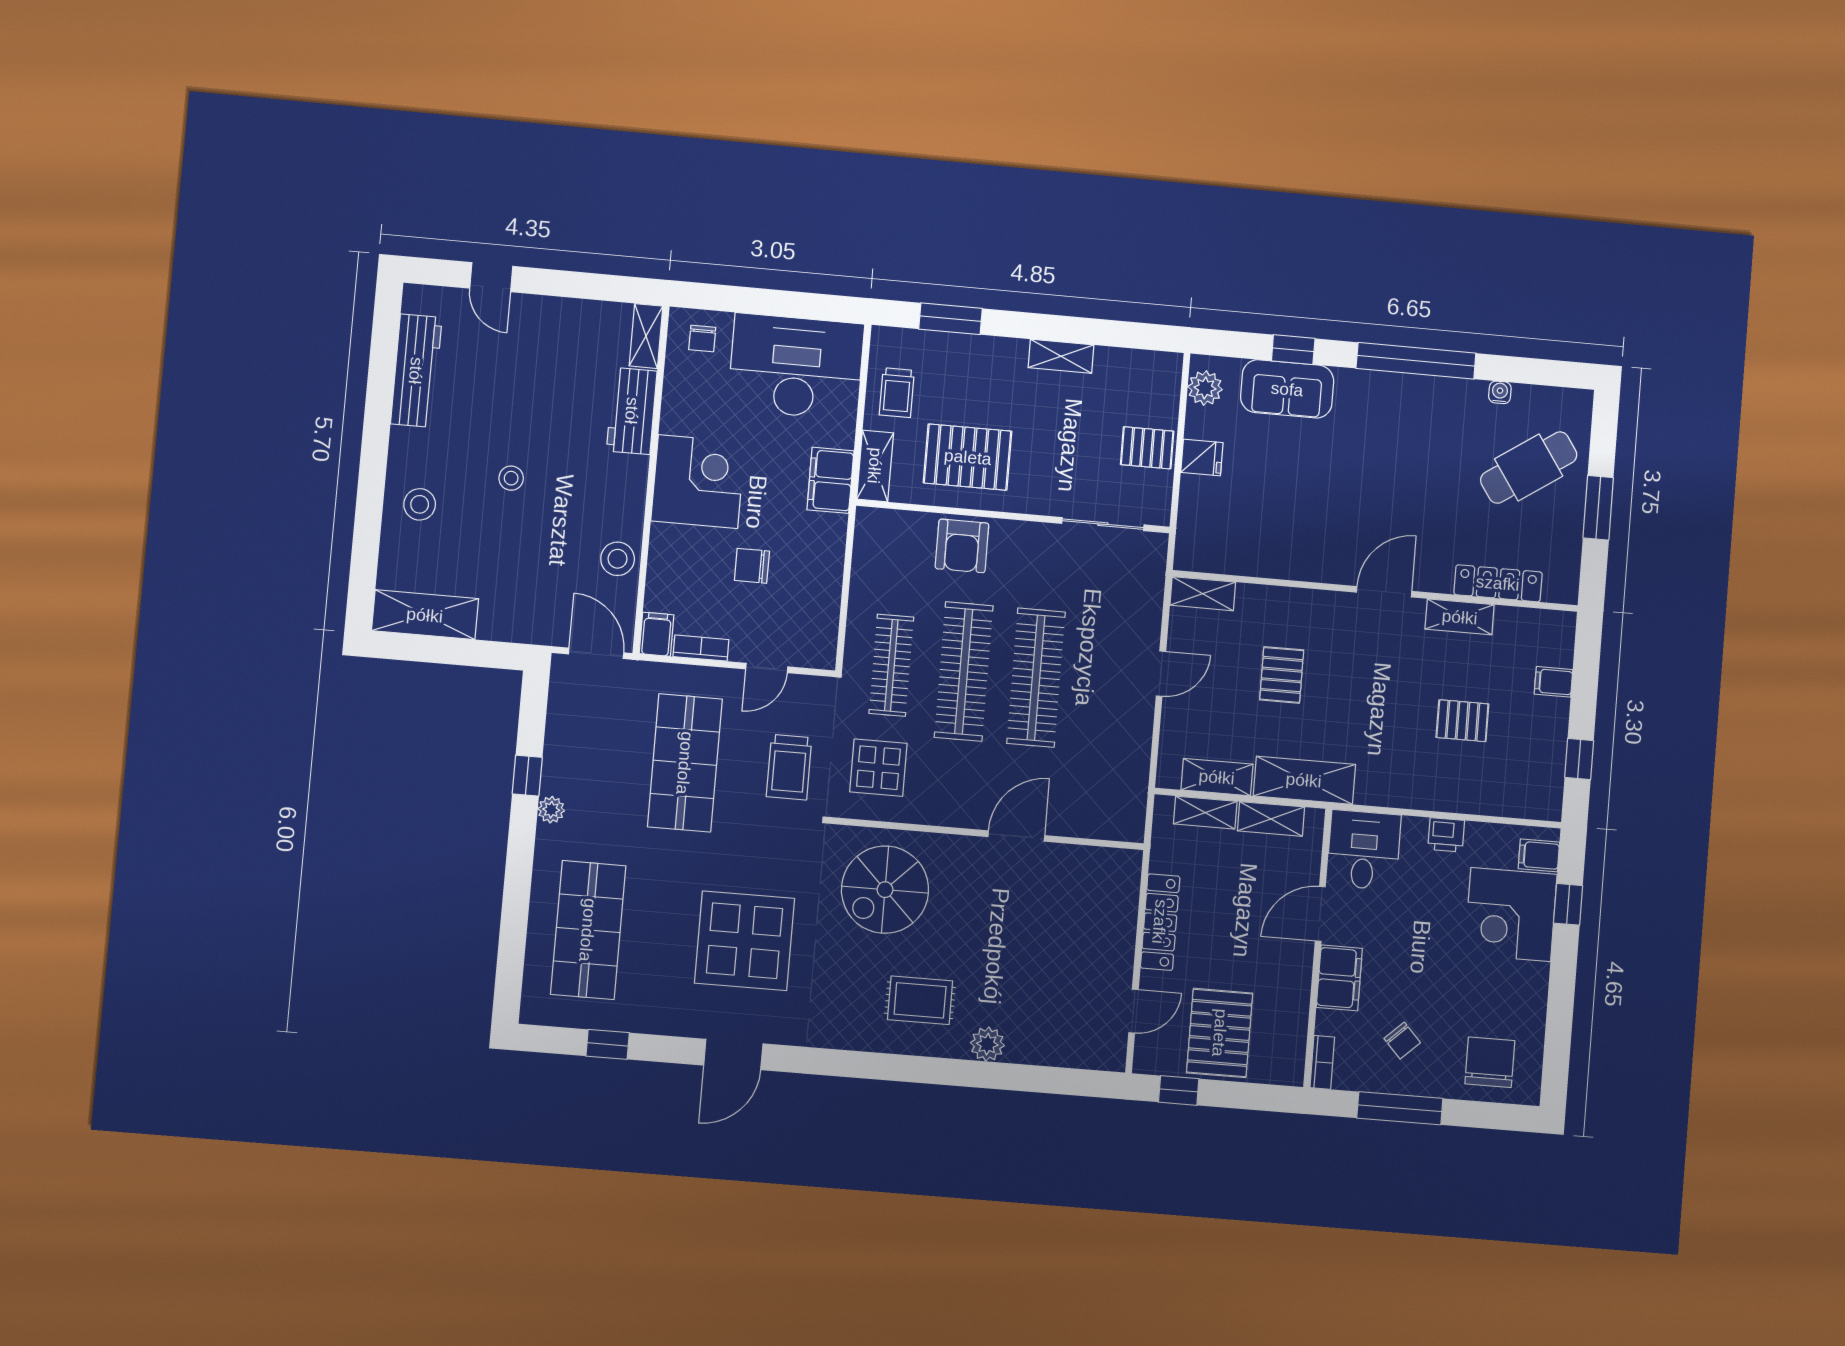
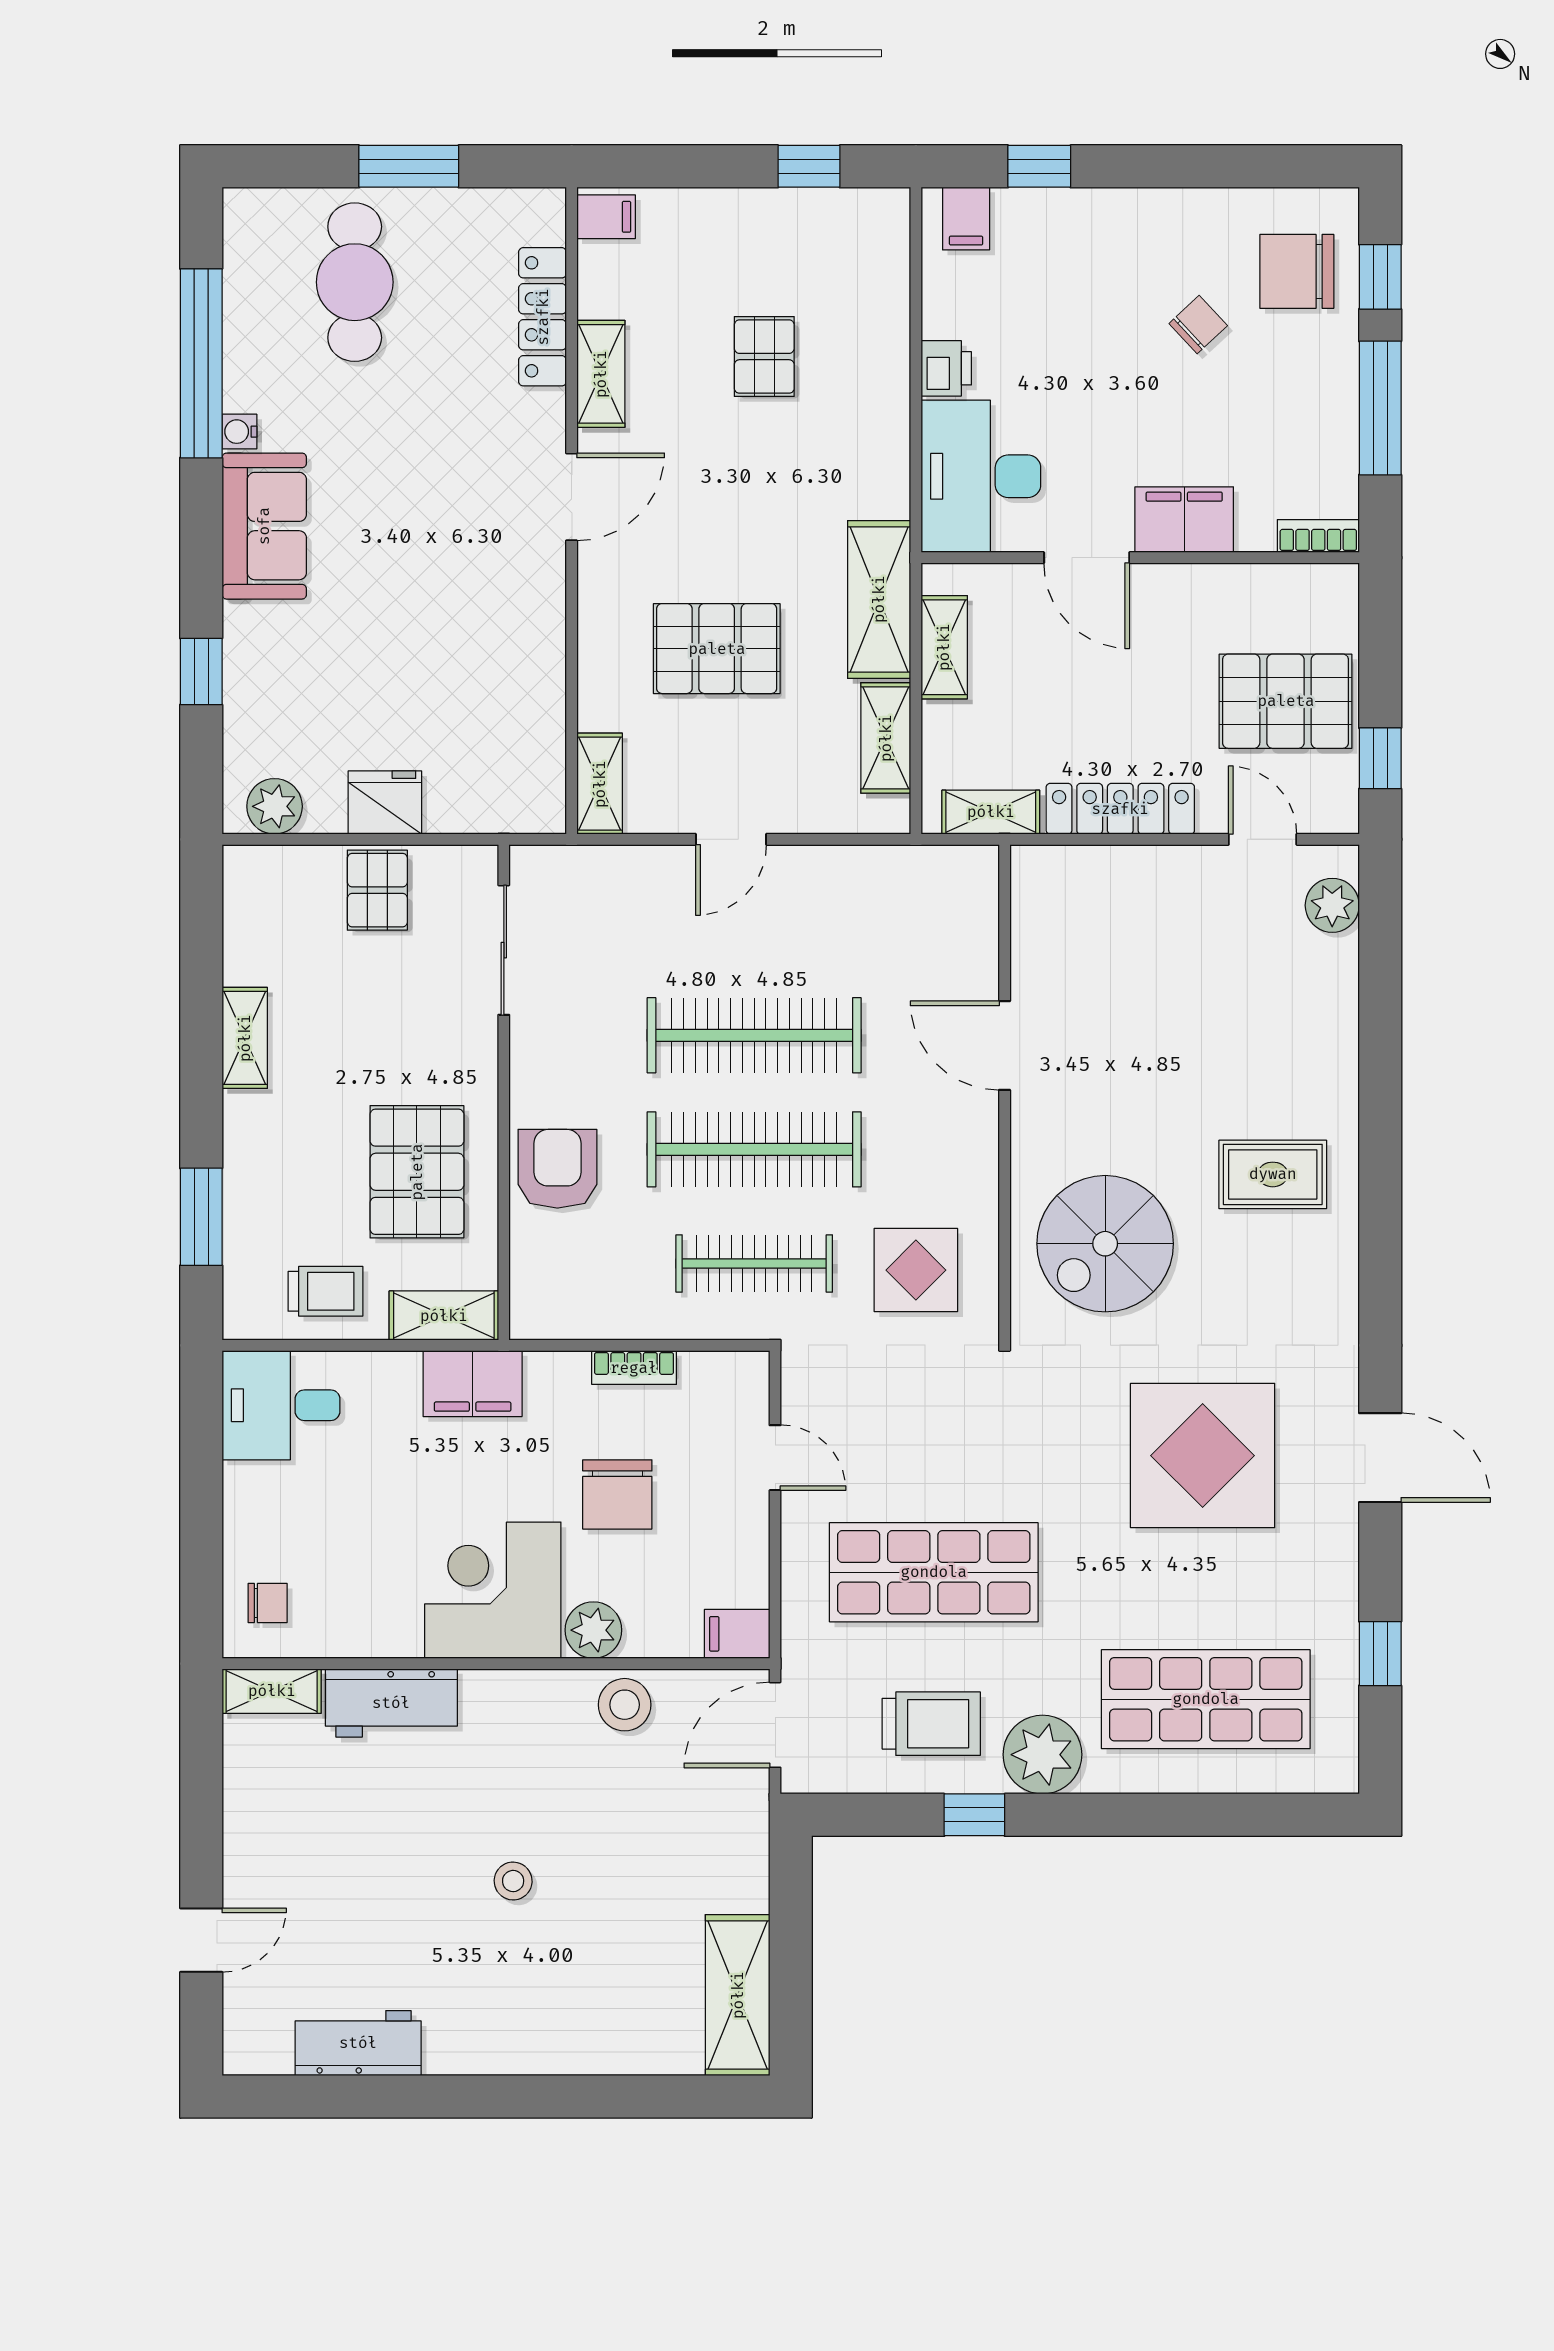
window: (1416, 361) -> (201, 363), moved
desk: (796, 367) -> (281, 1405), width x0.53, depth x0.77
workbench: (416, 371) -> (358, 2043), width x0.73
sofa: (1287, 389) -> (264, 526), moved
water cooler: (1500, 392) -> (239, 432), moved
fridge: (1202, 458) -> (385, 802), width x1.38
cafe table: (1529, 468) -> (355, 282), turned 34
stool: (420, 504) -> (567, 2019), removed
plant: (667, 543) -> (593, 1630), added
armchair: (962, 546) -> (557, 1169), turned -90
chair: (752, 566) -> (617, 1494), width x1.37, depth x1.37
door: (1384, 592) -> (572, 497), swing flipped
bookcase: (701, 648) -> (634, 1368), moved, turned -90
door: (1161, 674) -> (731, 839), swing flipped
pallet: (1282, 675) -> (717, 649), width x1.50, depth x1.42
filing cabinet: (1553, 682) -> (606, 217), moved, turned -90
trolley: (789, 767) -> (931, 1724), moved
plant: (551, 810) -> (1042, 1755), width x1.88, depth x1.88
shelving: (1205, 813) -> (991, 812), moved, turned 90
desk: (1364, 850) -> (981, 476), width x1.37
spiral stairs: (885, 890) -> (1105, 1244), turned 90
corner desk: (1511, 914) -> (1063, 256), removed
rug: (920, 1000) -> (1273, 1174), turned 90
chair: (1402, 1041) -> (1198, 325), moved
plant: (987, 1044) -> (1332, 905), moved
window: (1482, 1115) -> (1380, 277), added

